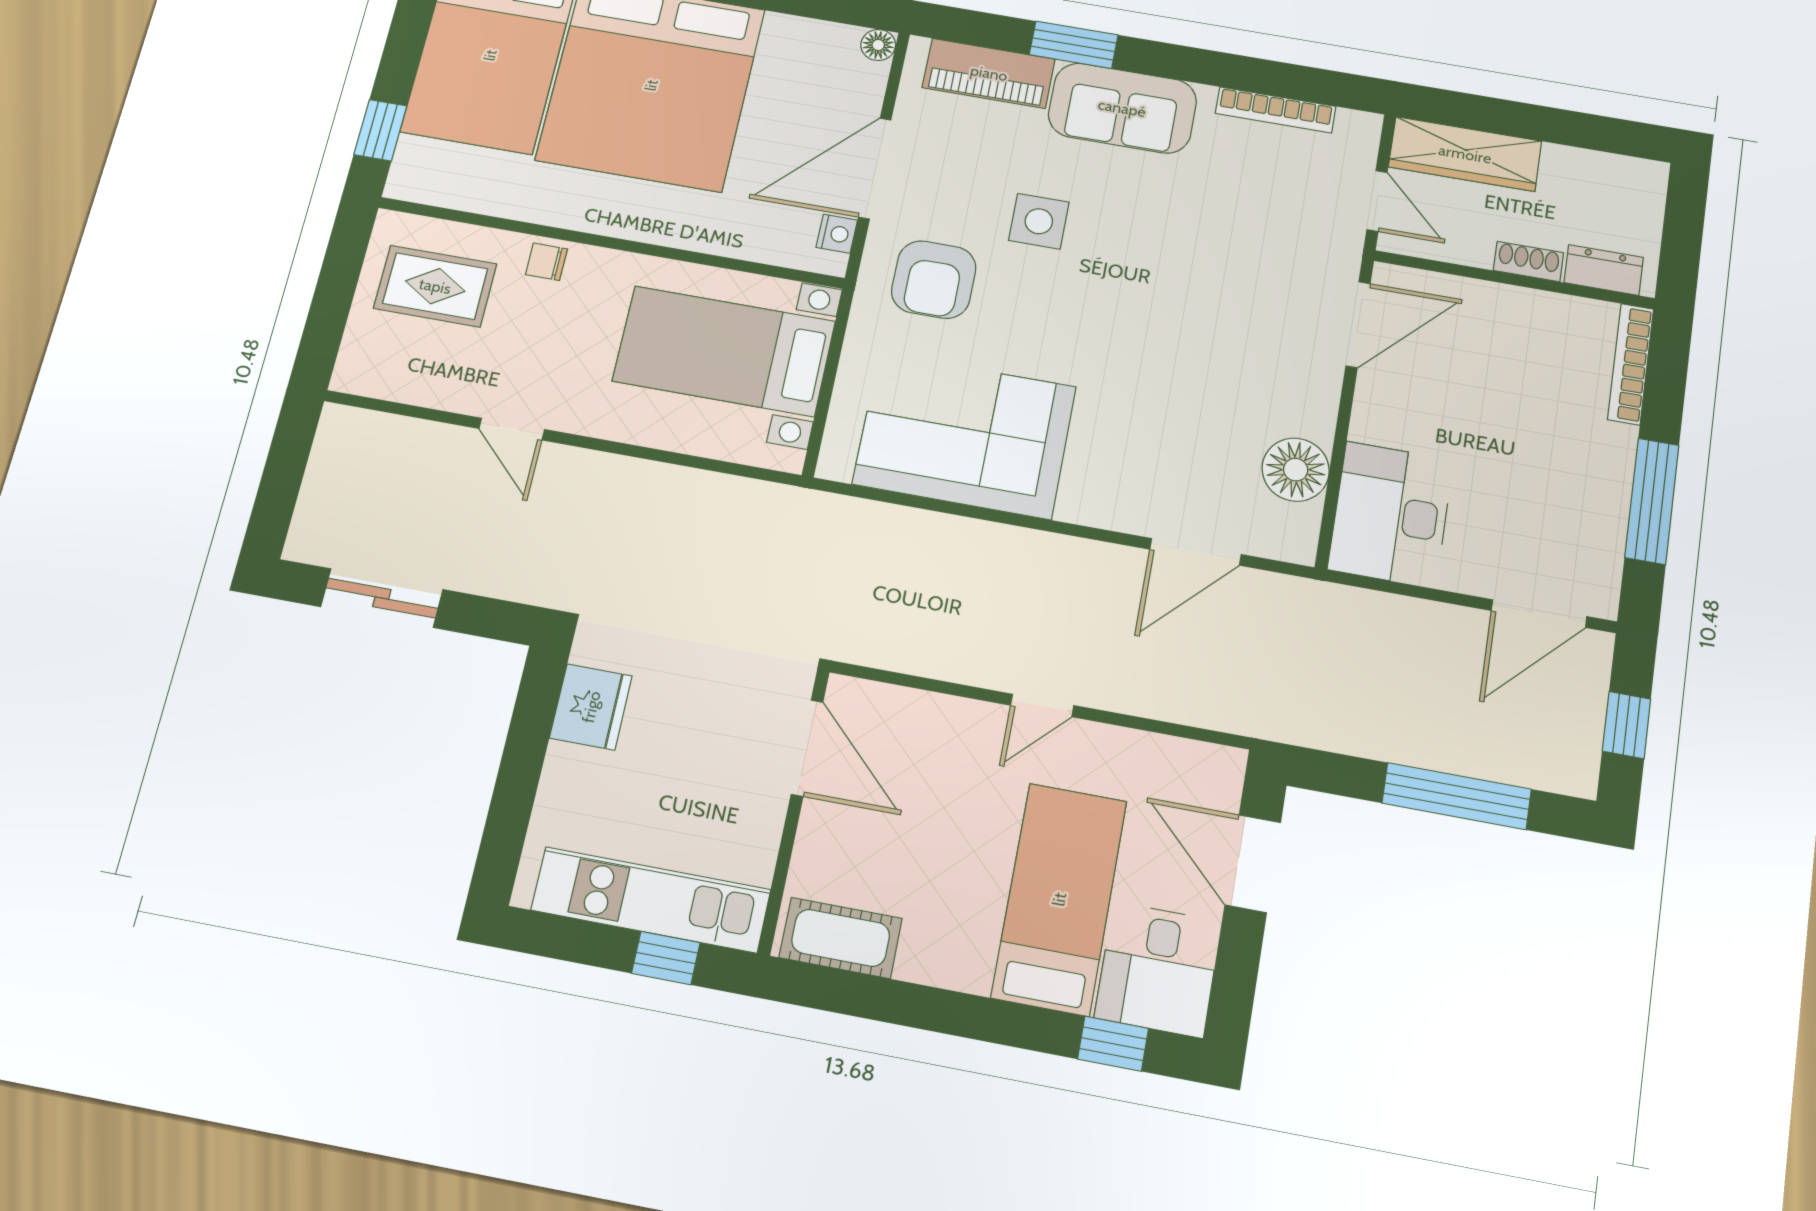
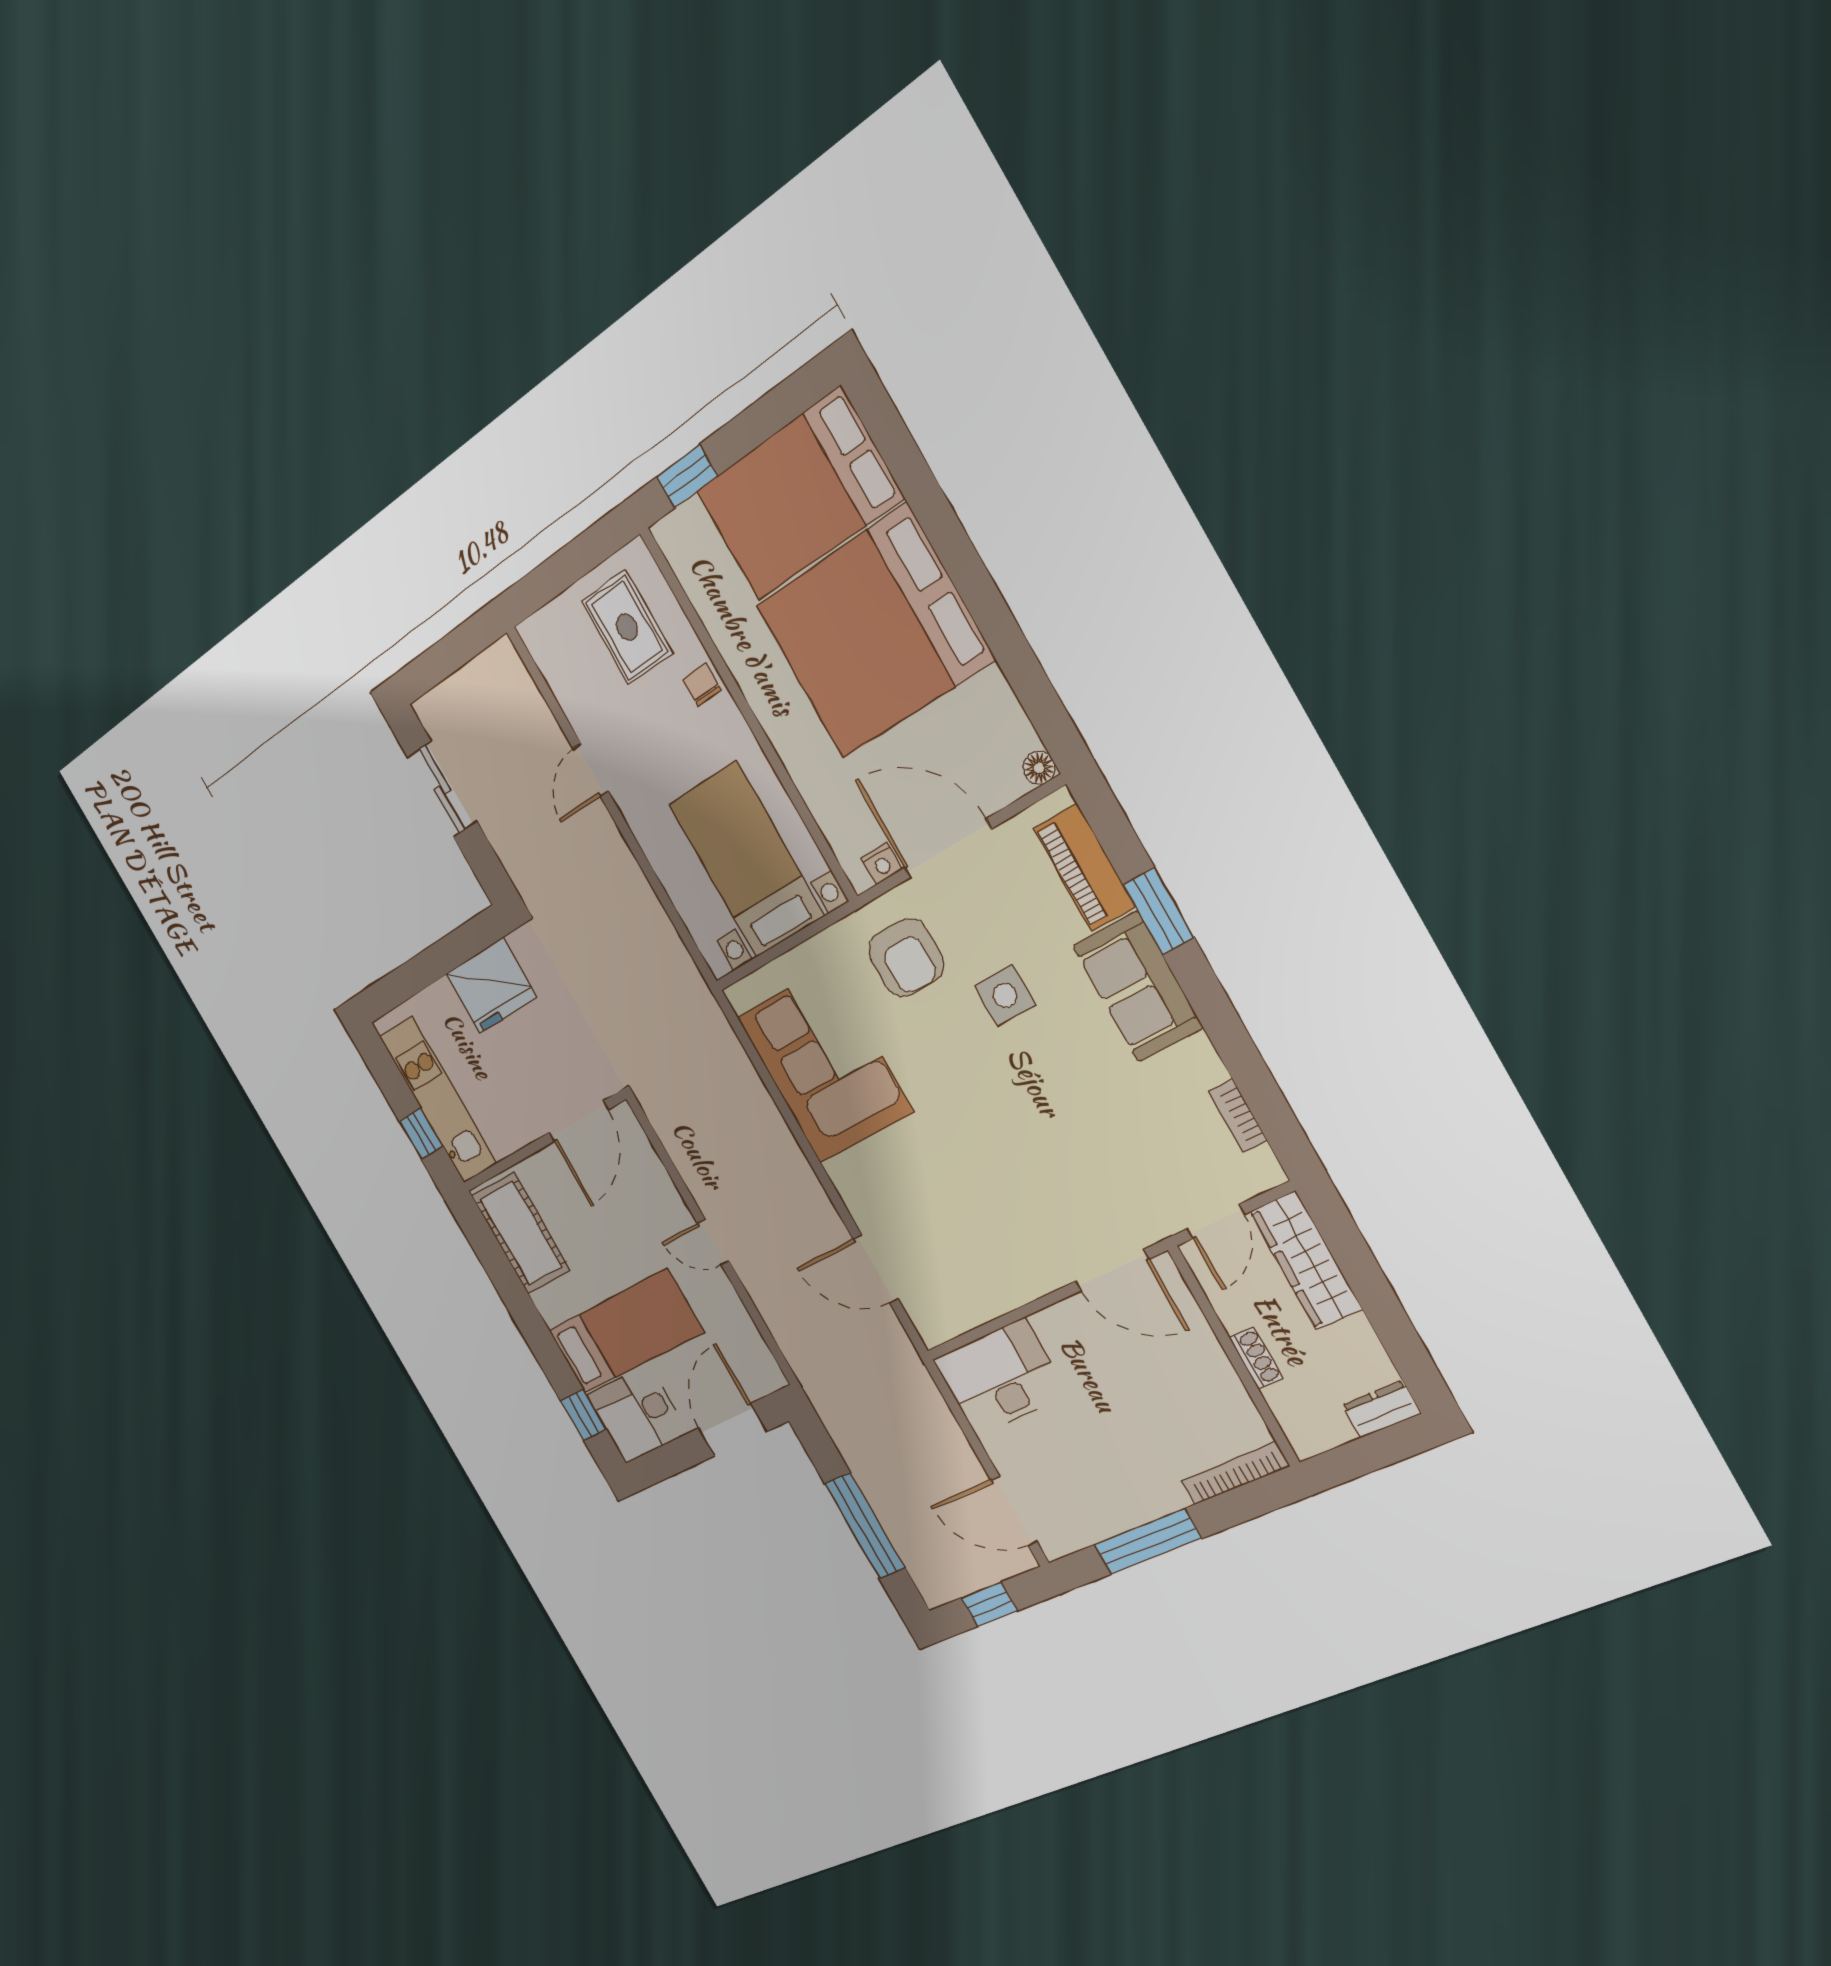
bookcase: (1276, 110) -> (1238, 1116), width x0.64
dresser: (1604, 270) -> (1381, 1409), moved, turned -90
armchair: (934, 280) -> (906, 958), turned -90
floor lamp: (1296, 470) -> (979, 1296), removed
fridge: (591, 707) -> (491, 986), width x1.36, depth x1.34
cot: (841, 938) -> (521, 1233), width x1.37, depth x1.34

